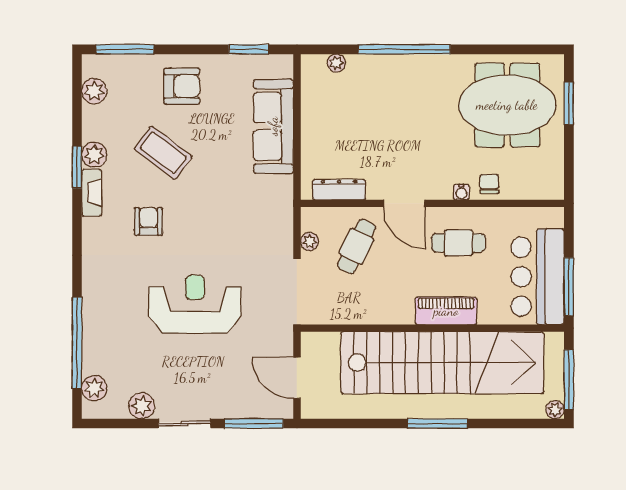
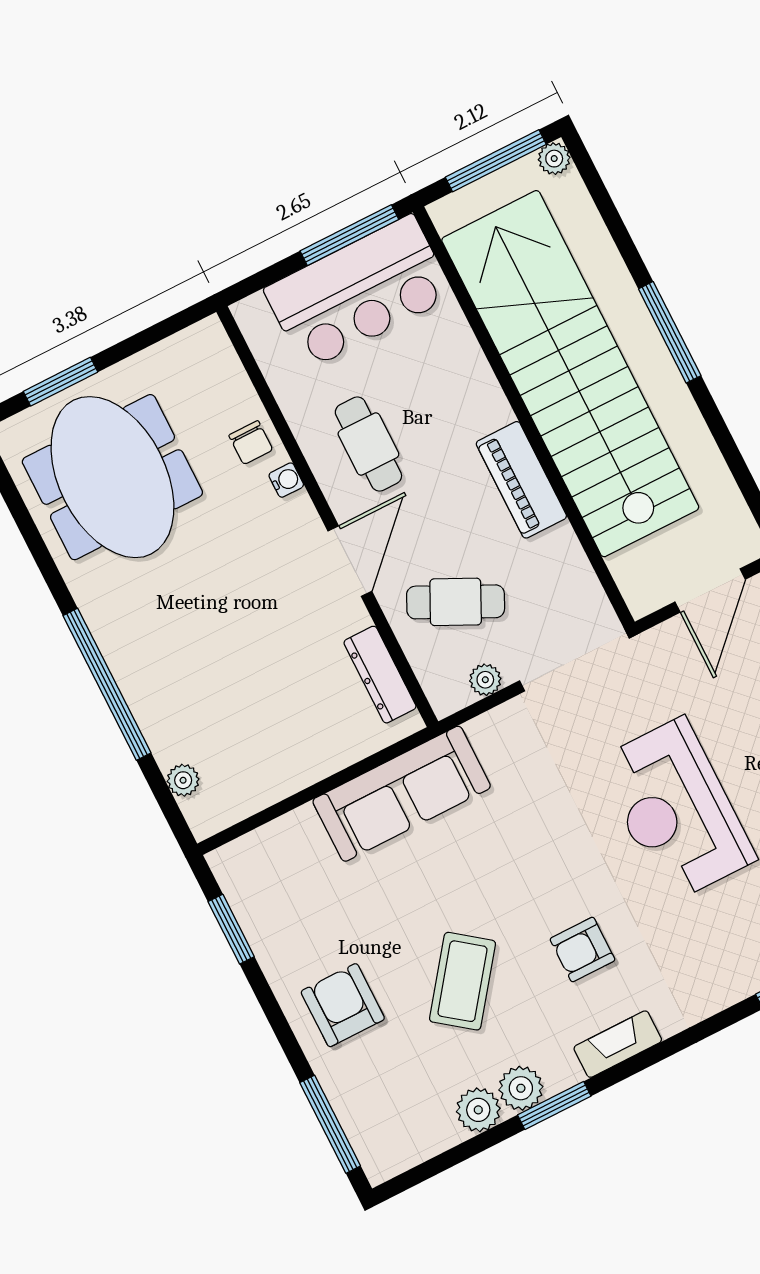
plant: (94, 91) -> (478, 1110), moved
sofa: (273, 126) -> (402, 794), moved
chair: (489, 184) -> (251, 443), turned -90
fireplace: (92, 193) -> (618, 1044), moved
piano: (446, 311) -> (521, 480), moved

